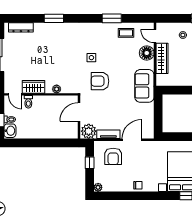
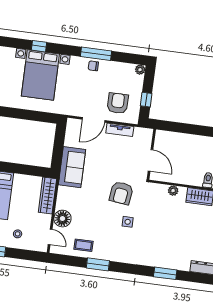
wardrobe: (162, 58) -> (47, 196), moved
armchair: (100, 81) -> (121, 193), turned 97
sofa: (144, 86) -> (72, 167), moved
door: (79, 112) -> (151, 160), hinge flipped
plant: (89, 131) -> (142, 136), removed
window: (137, 196) -> (96, 54), added

